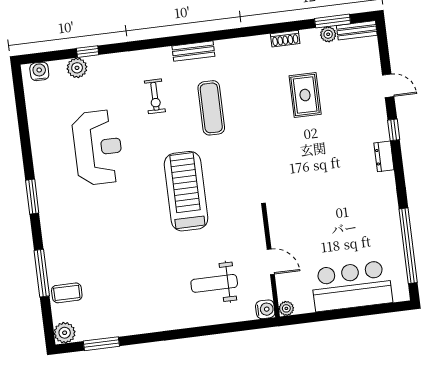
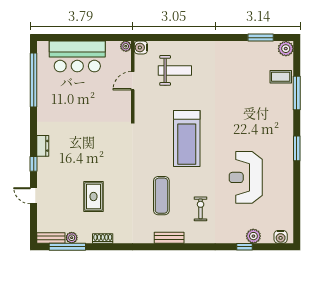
window: (333, 21) -> (67, 247), width x1.44
door: (271, 262) -> (133, 81), hinge flipped

